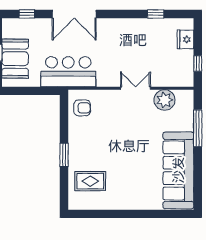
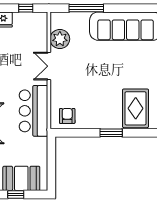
bar counter: (68, 72) -> (33, 111), moved
rug: (90, 181) -> (136, 108), width x1.36, depth x1.43

